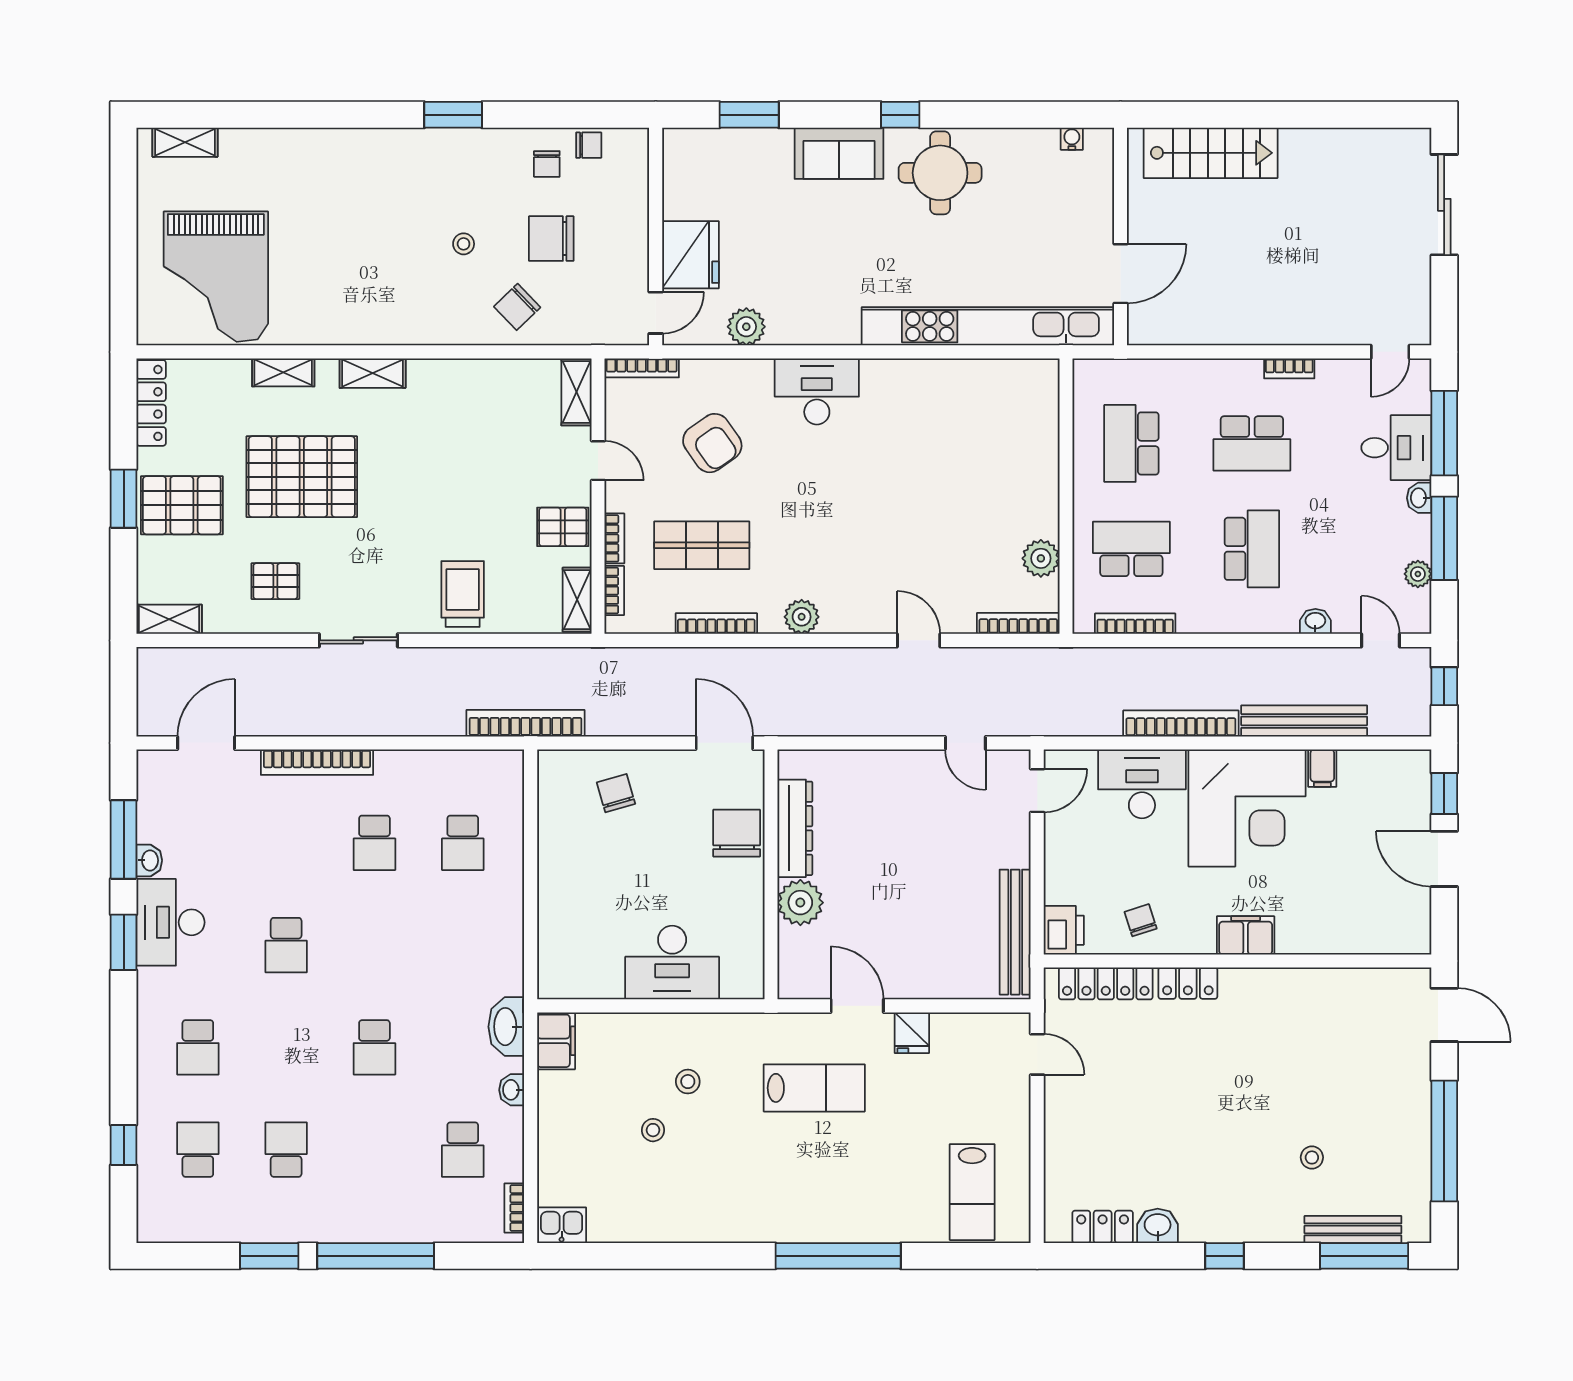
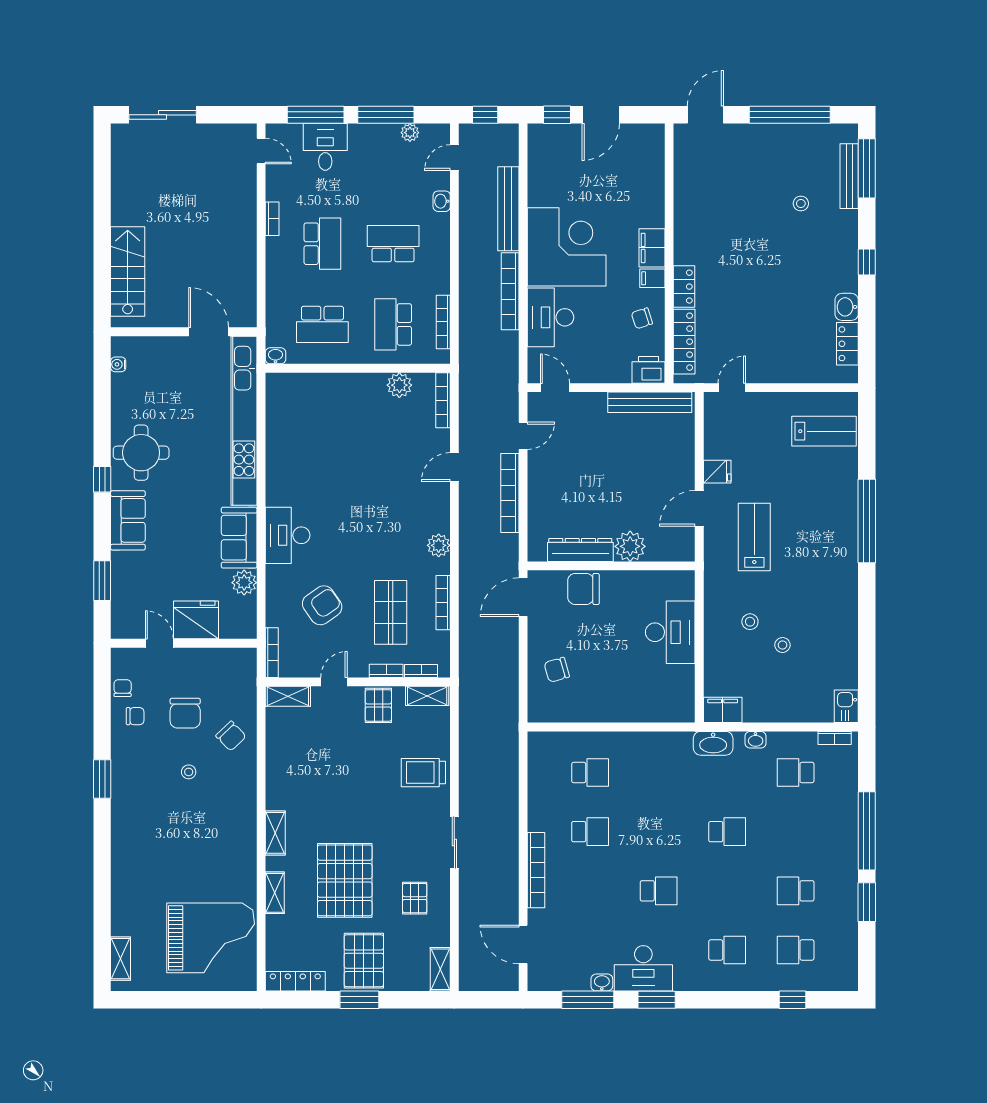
door: (656, 313) -> (159, 643), moved
sofa: (813, 319) -> (239, 538), added
washbasin: (1419, 498) -> (275, 356), moved, turned 180
bookcase: (526, 723) -> (510, 493), moved
filing cabinet: (1322, 768) -> (652, 278), moved, turned 180
school desk: (463, 1150) -> (796, 772), turned 180

